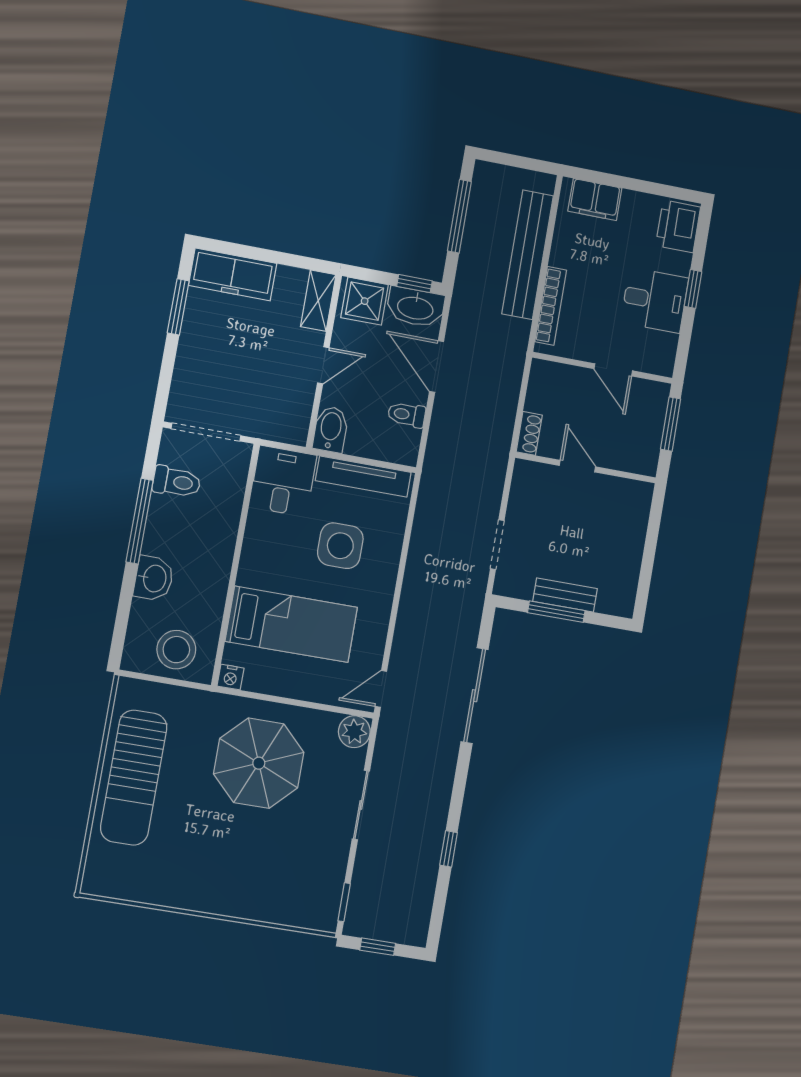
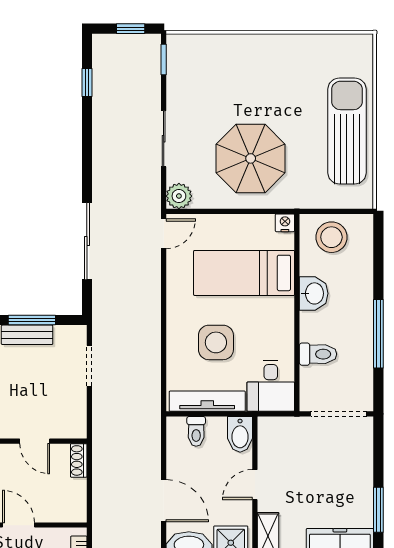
toilet: (407, 415) -> (196, 431), moved, turned 90
toilet: (177, 482) -> (318, 354), moved, turned 180
washbasin: (154, 578) -> (314, 293), moved, turned 180
window: (449, 849) -> (87, 83), moved

